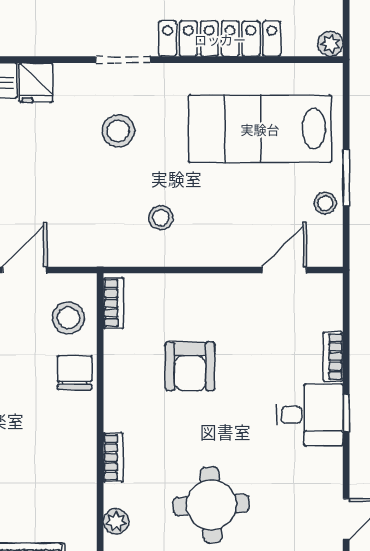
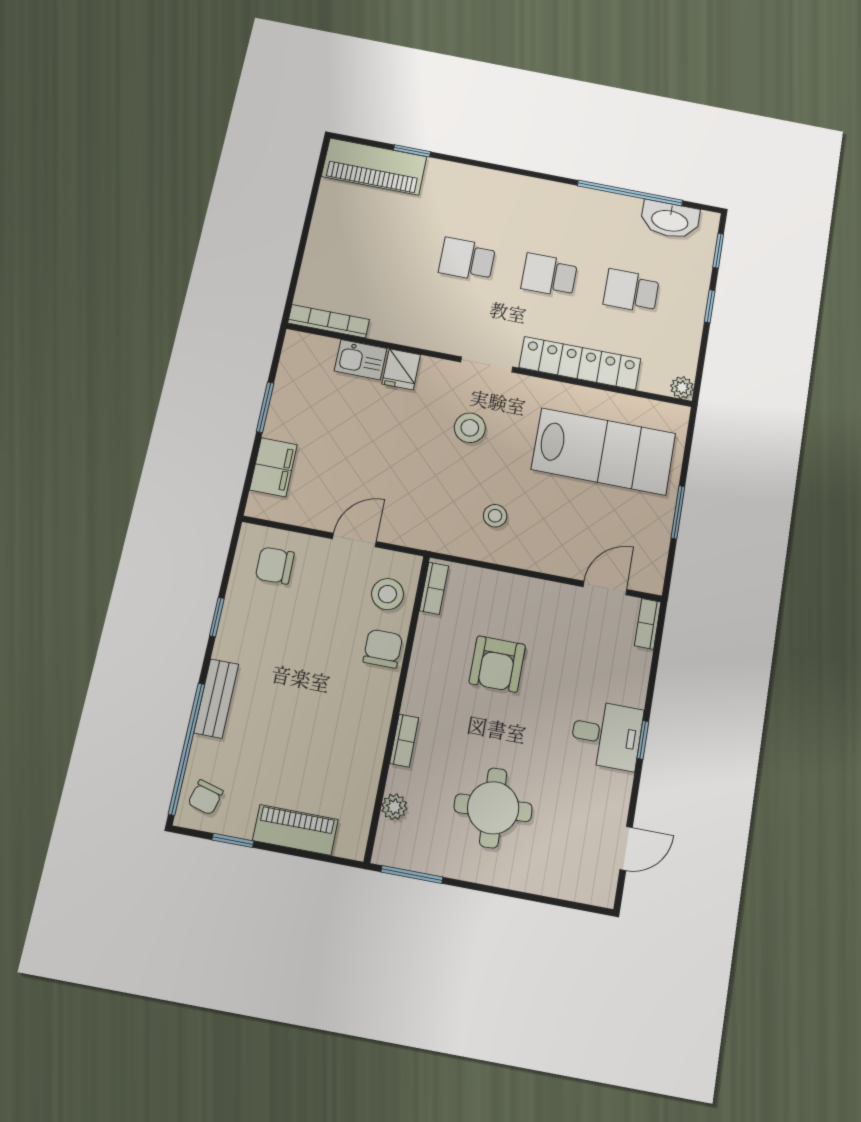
lab bench: (260, 129) -> (604, 451), turned 180
stool: (325, 203) -> (654, 532), removed
bookcase: (333, 357) -> (648, 624), moved

